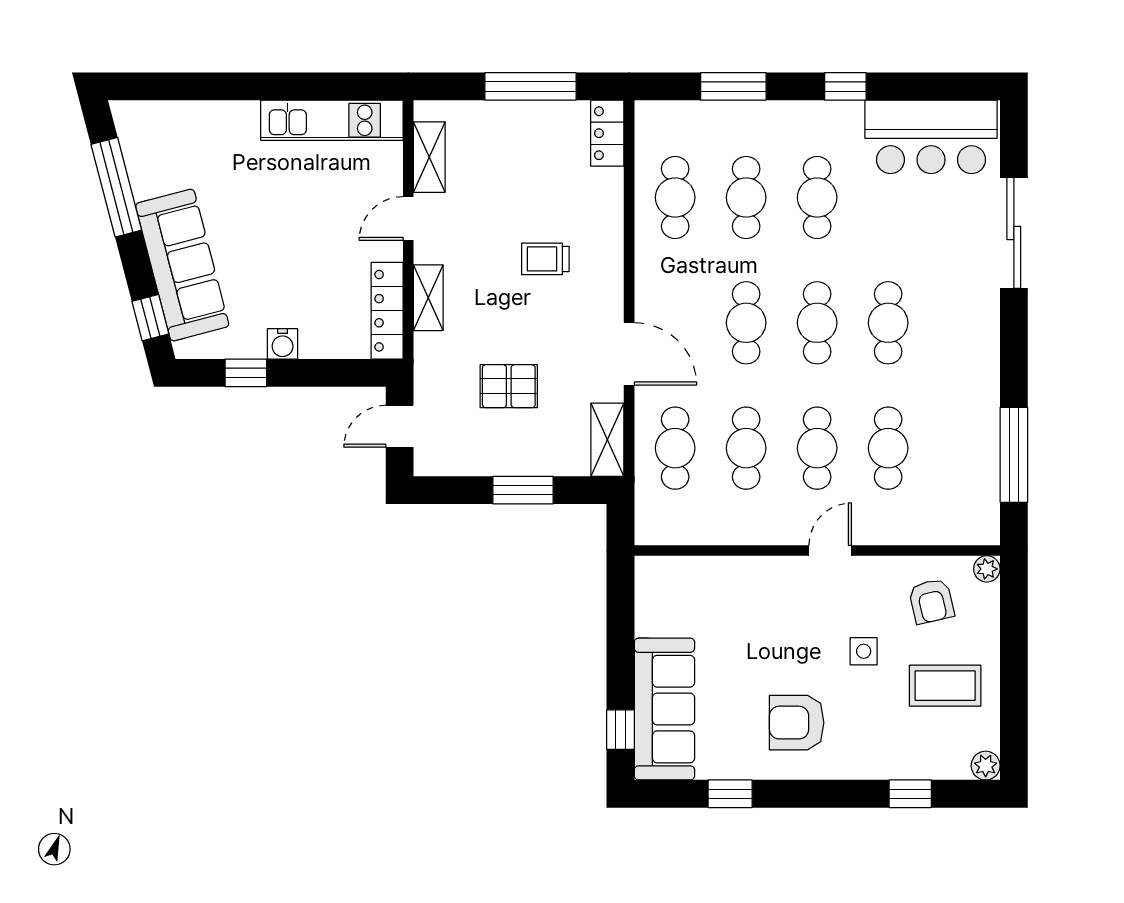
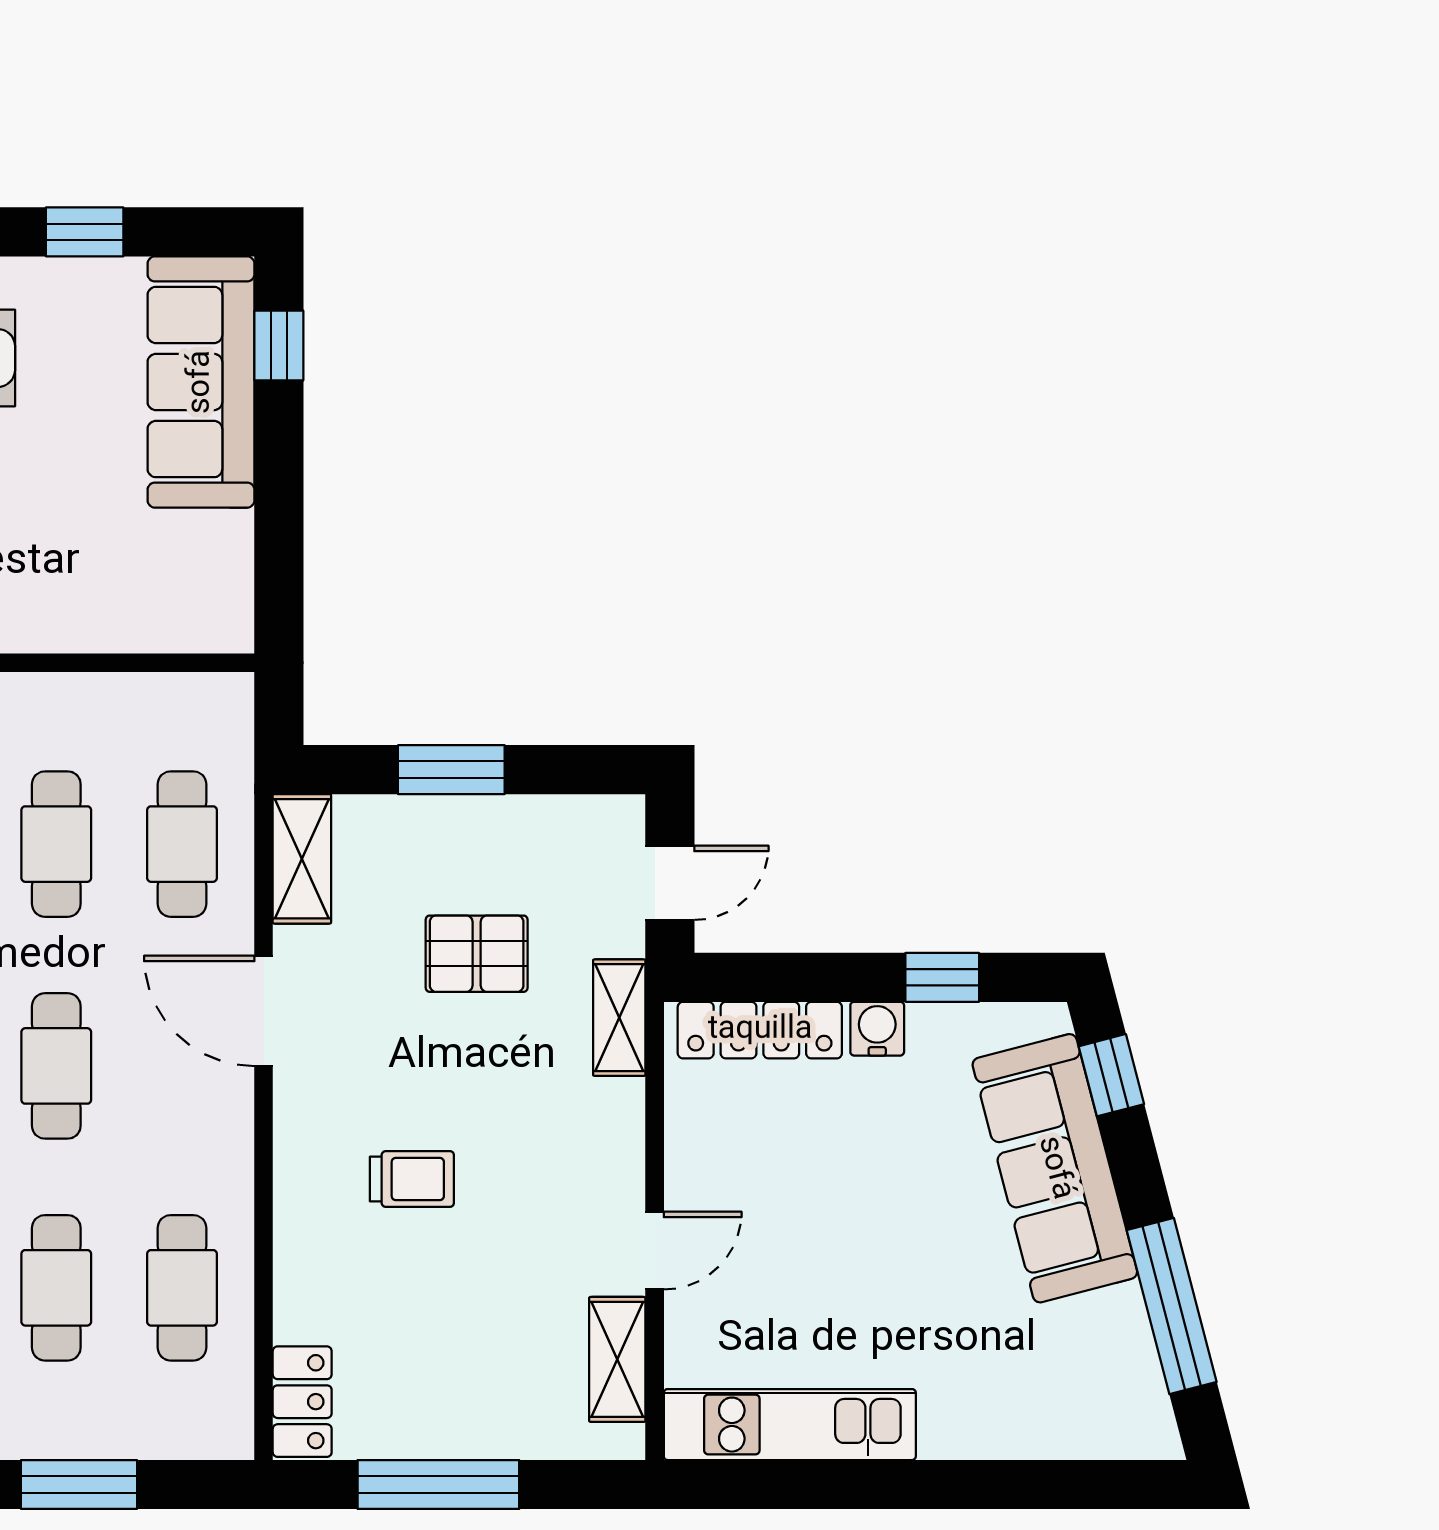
shelving: (428, 298) -> (619, 1018), moved
locker: (387, 311) -> (760, 1030), moved, turned 90

